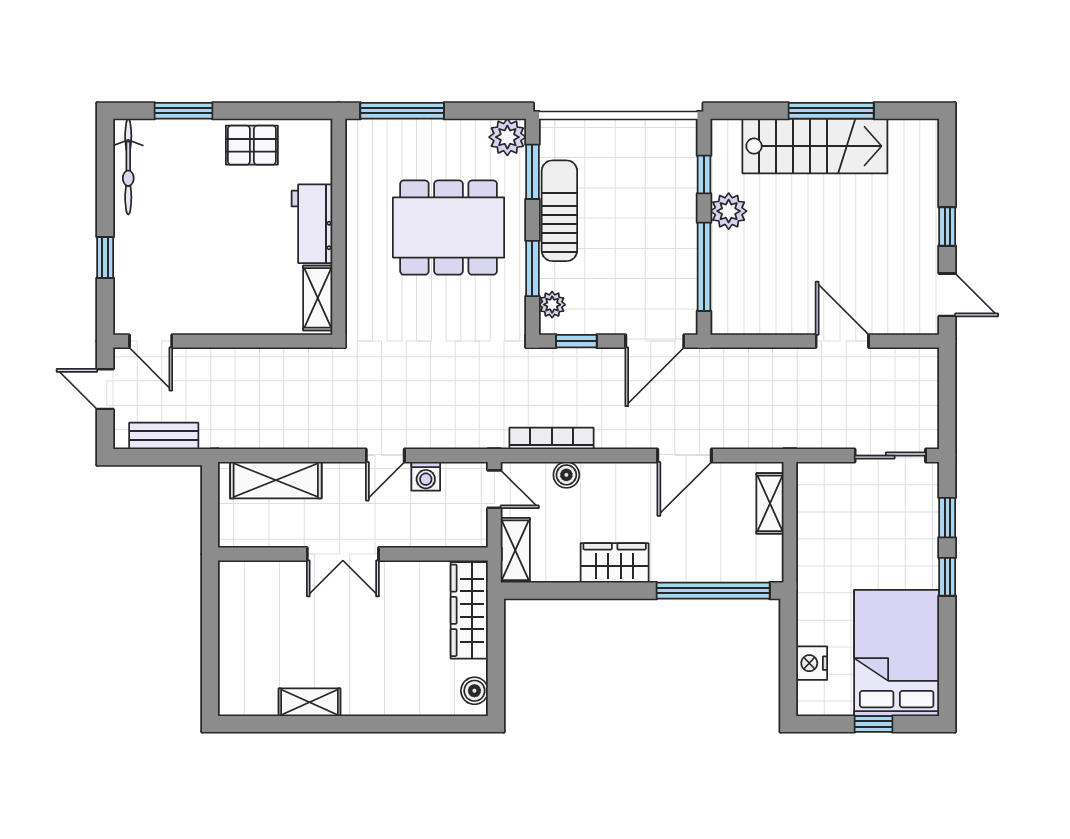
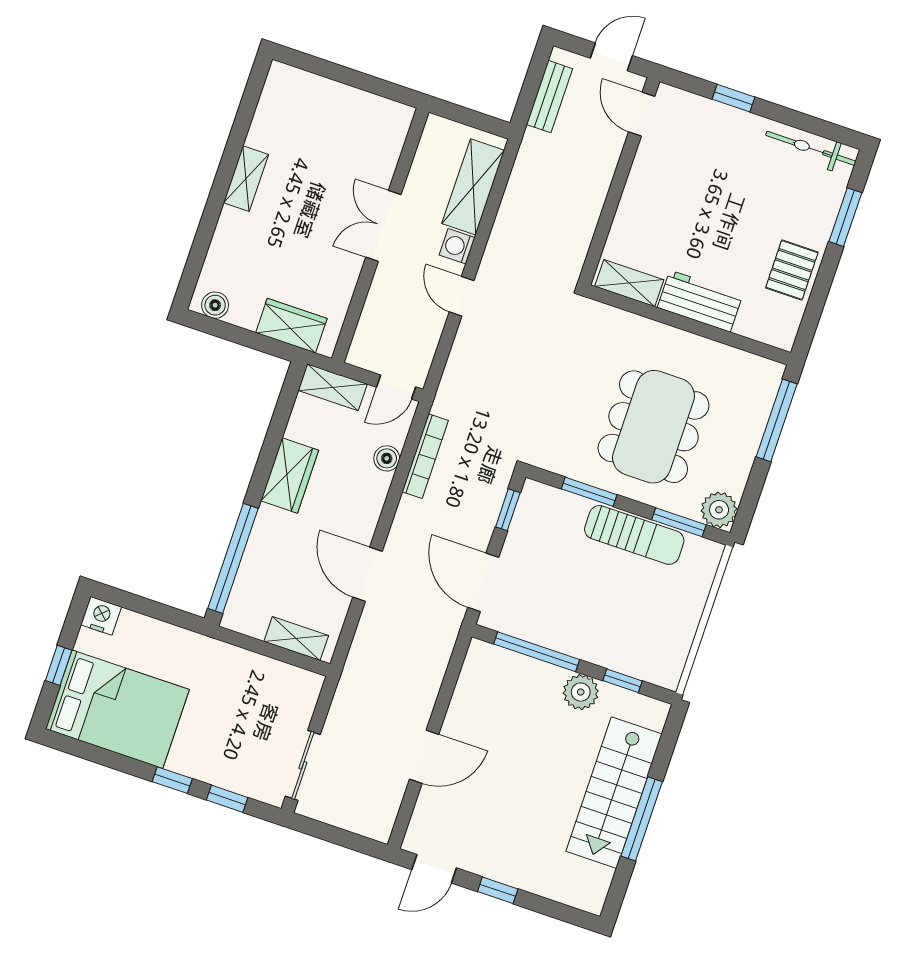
plant: (552, 305) -> (549, 499), removed
door: (151, 341) -> (642, 114), hinge flipped
washing machine: (426, 476) -> (457, 246), moved
wardrobe: (469, 610) -> (291, 326), width x0.67
nightstand: (812, 663) -> (101, 616), moved
shelving: (310, 702) -> (246, 179), moved

